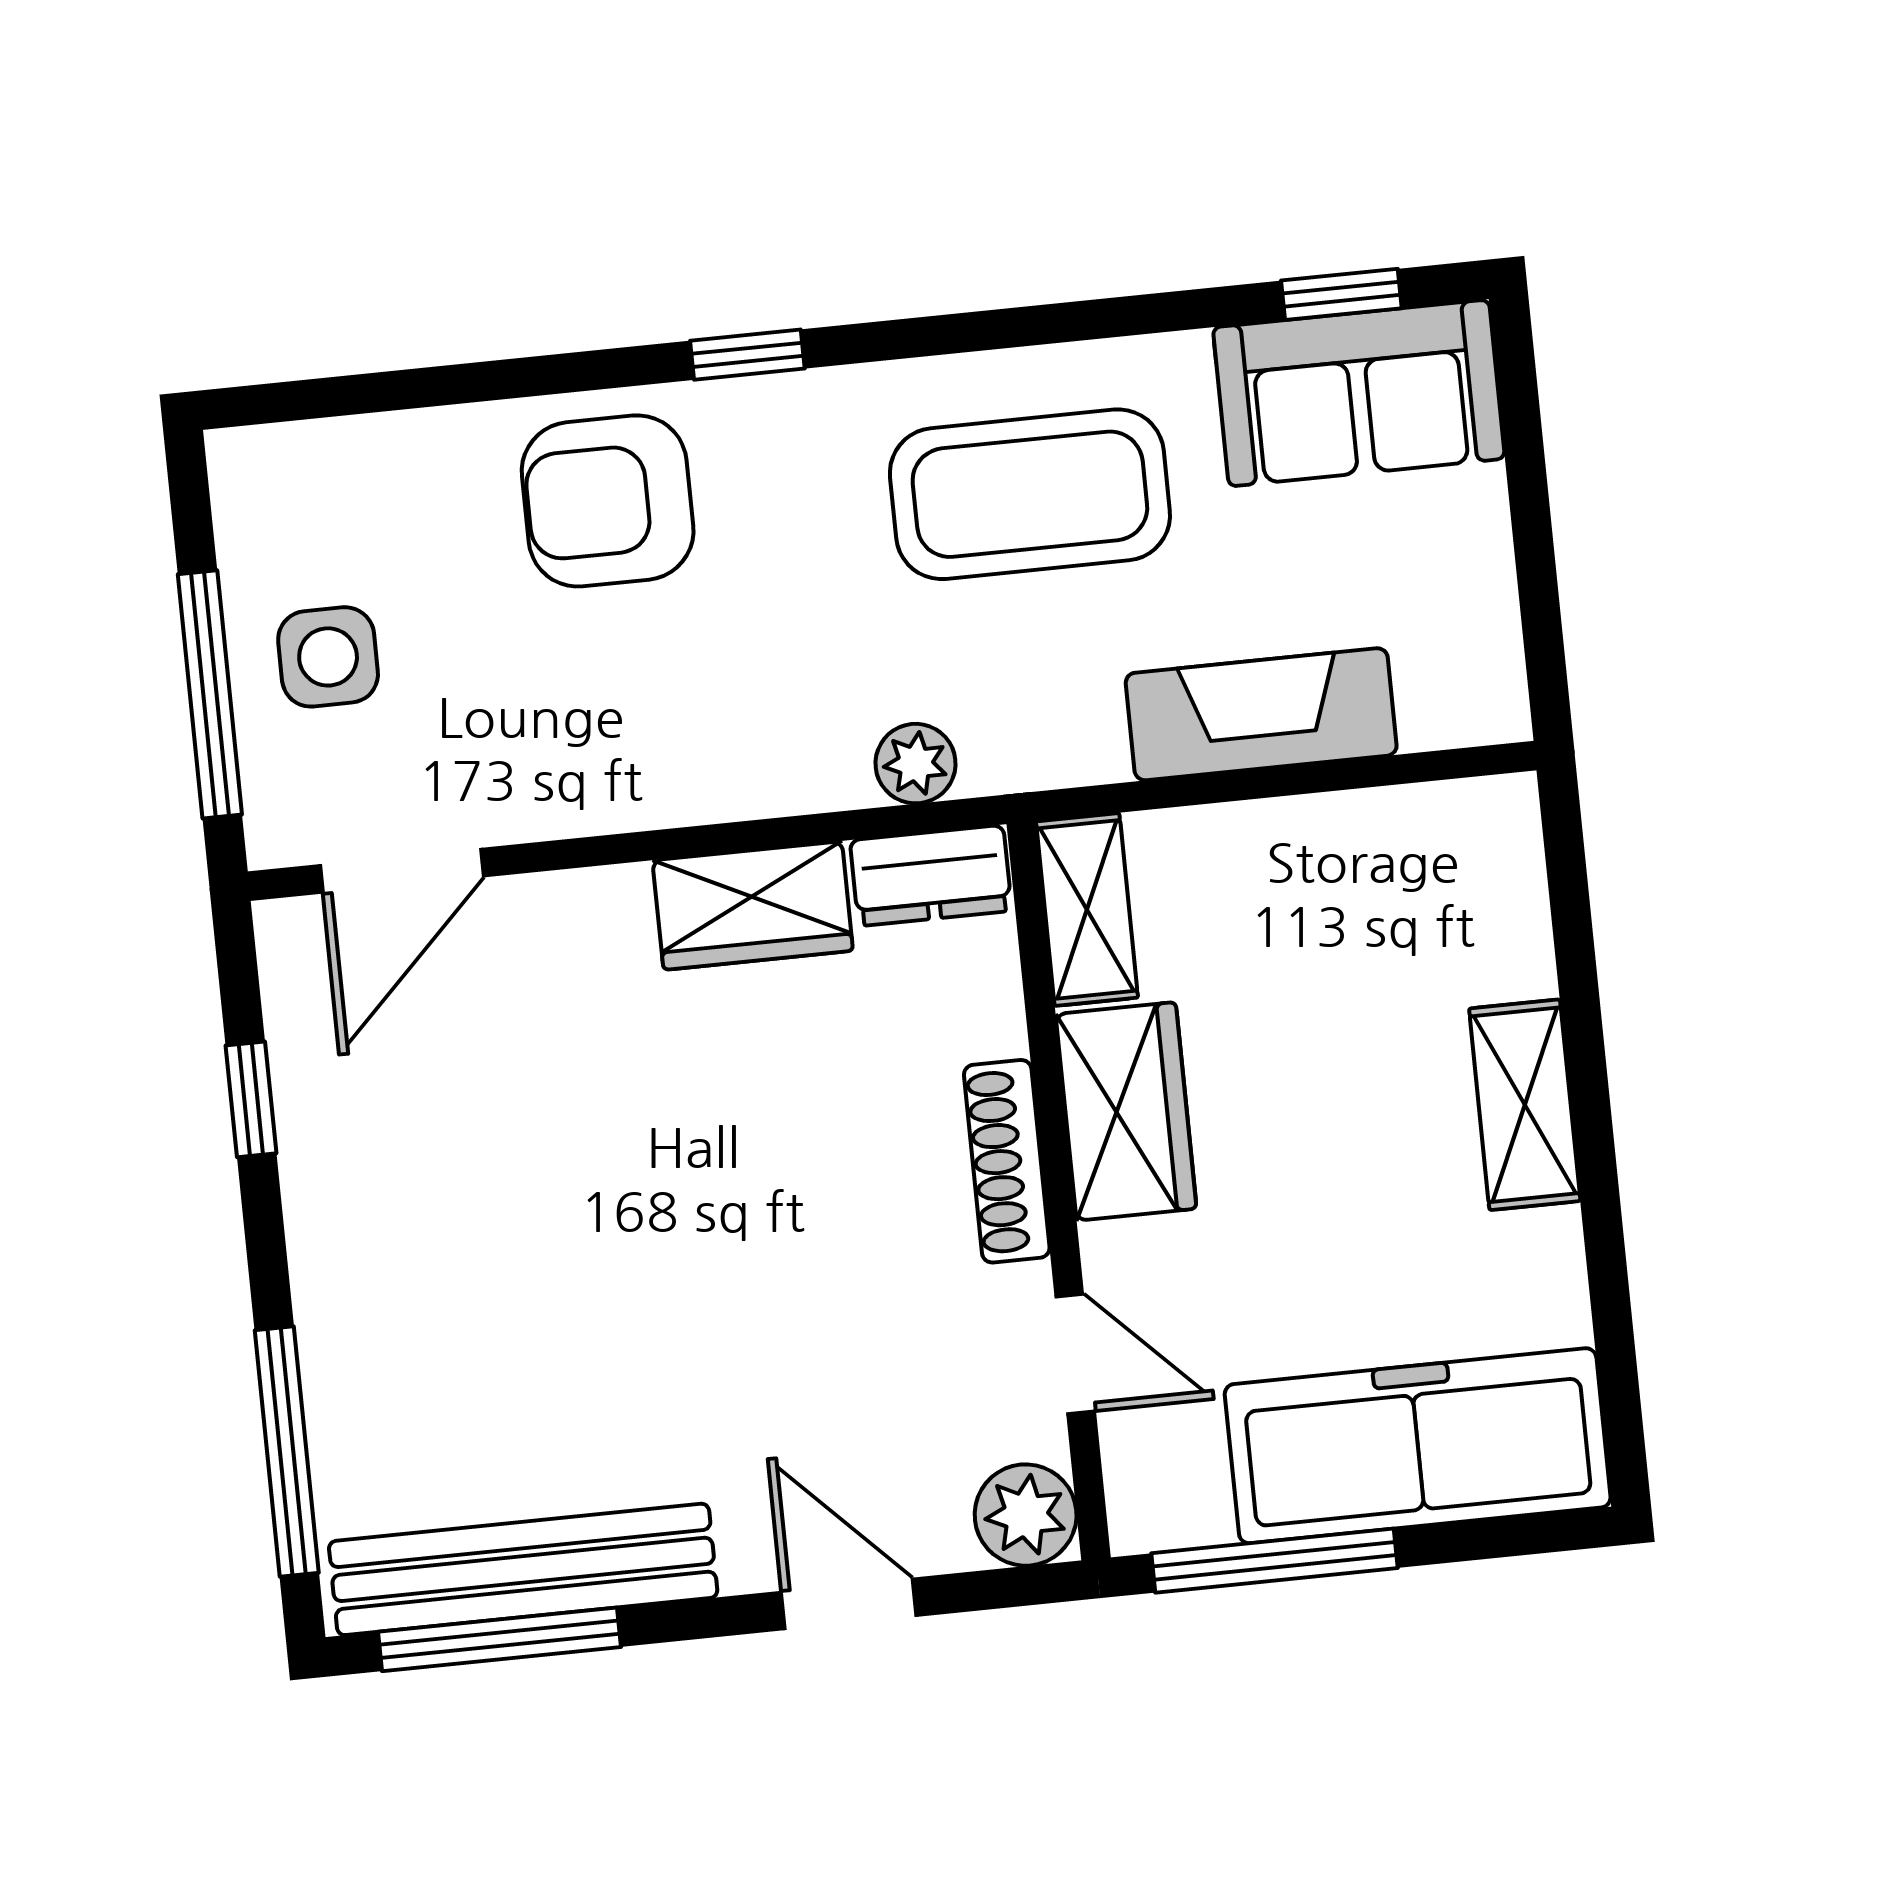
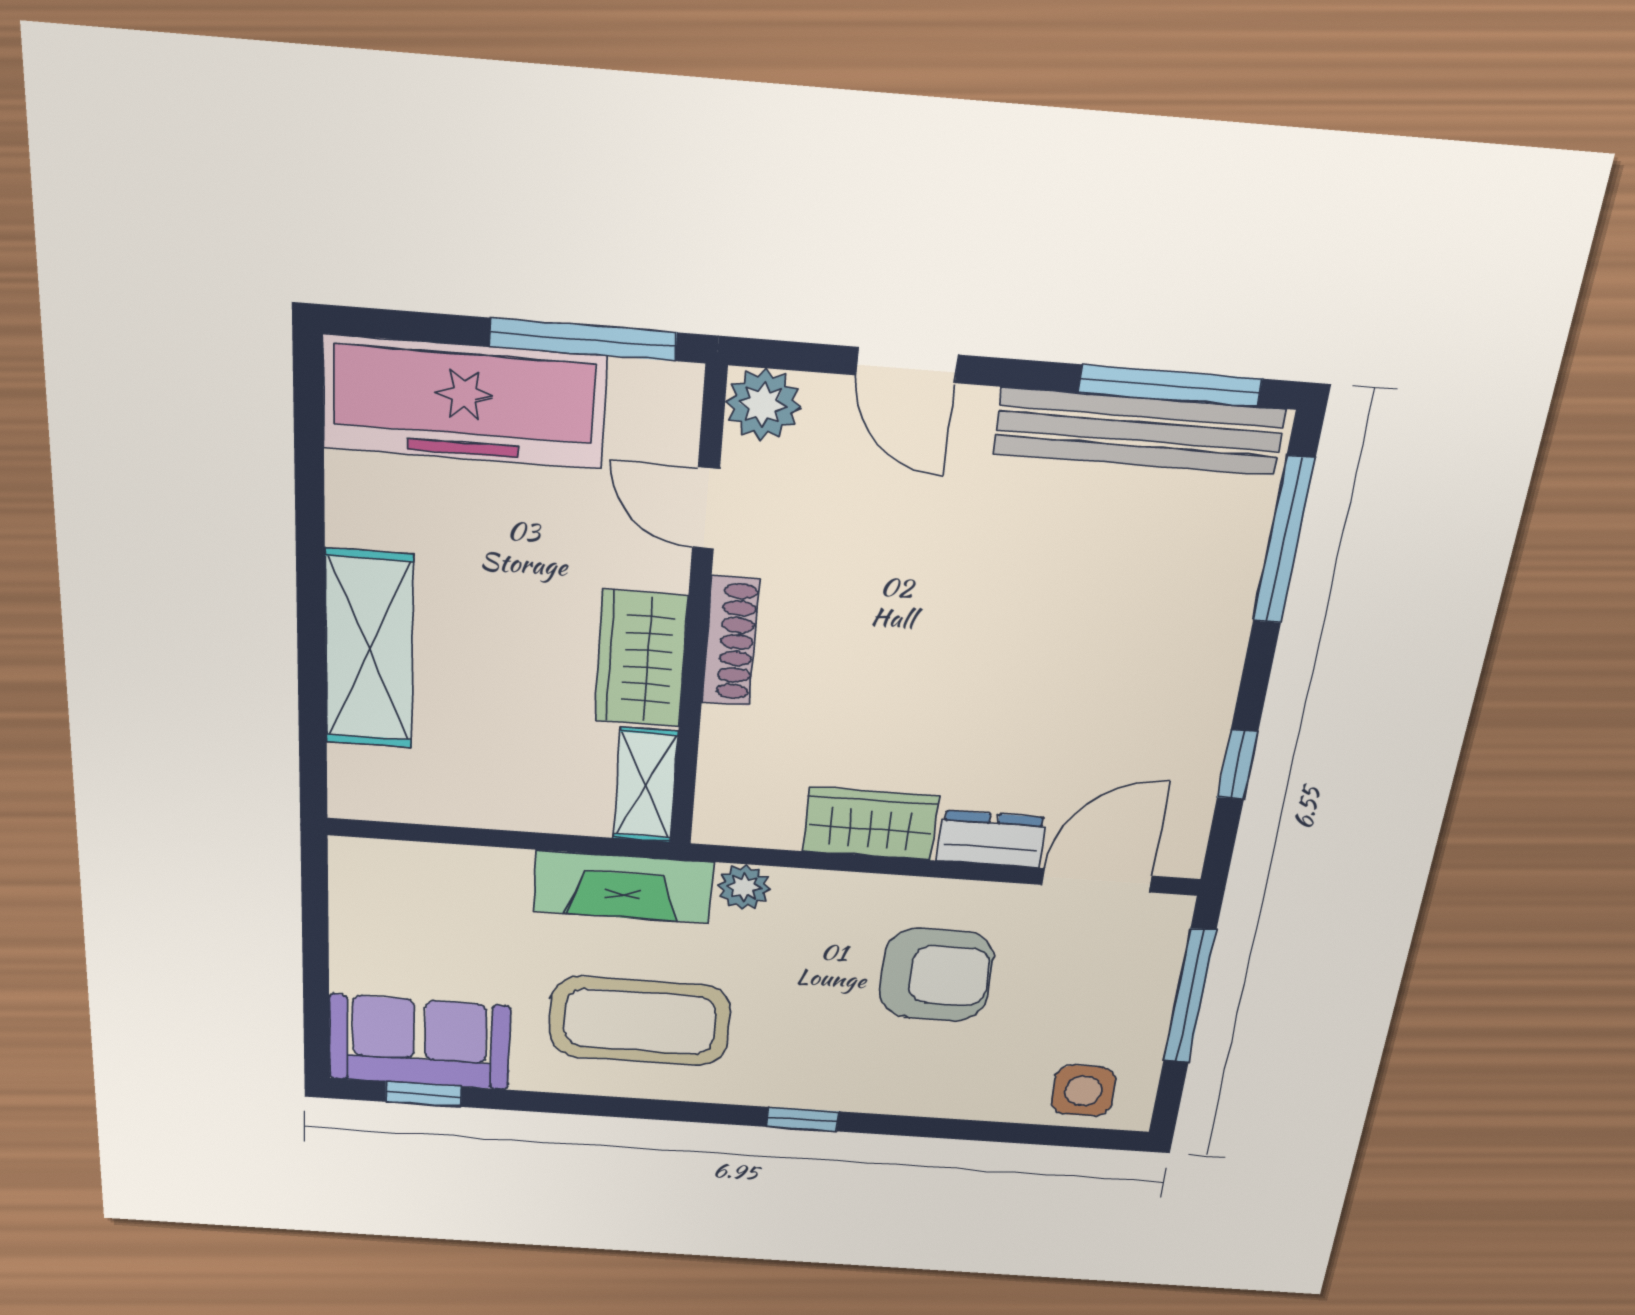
armchair: (608, 501) -> (936, 975), moved
side table: (328, 657) -> (1083, 1091), moved
fireplace: (1261, 714) -> (623, 887), moved
dresser: (931, 876) -> (991, 839), moved
shelving: (1525, 1105) -> (369, 650), width x1.50, depth x1.33

